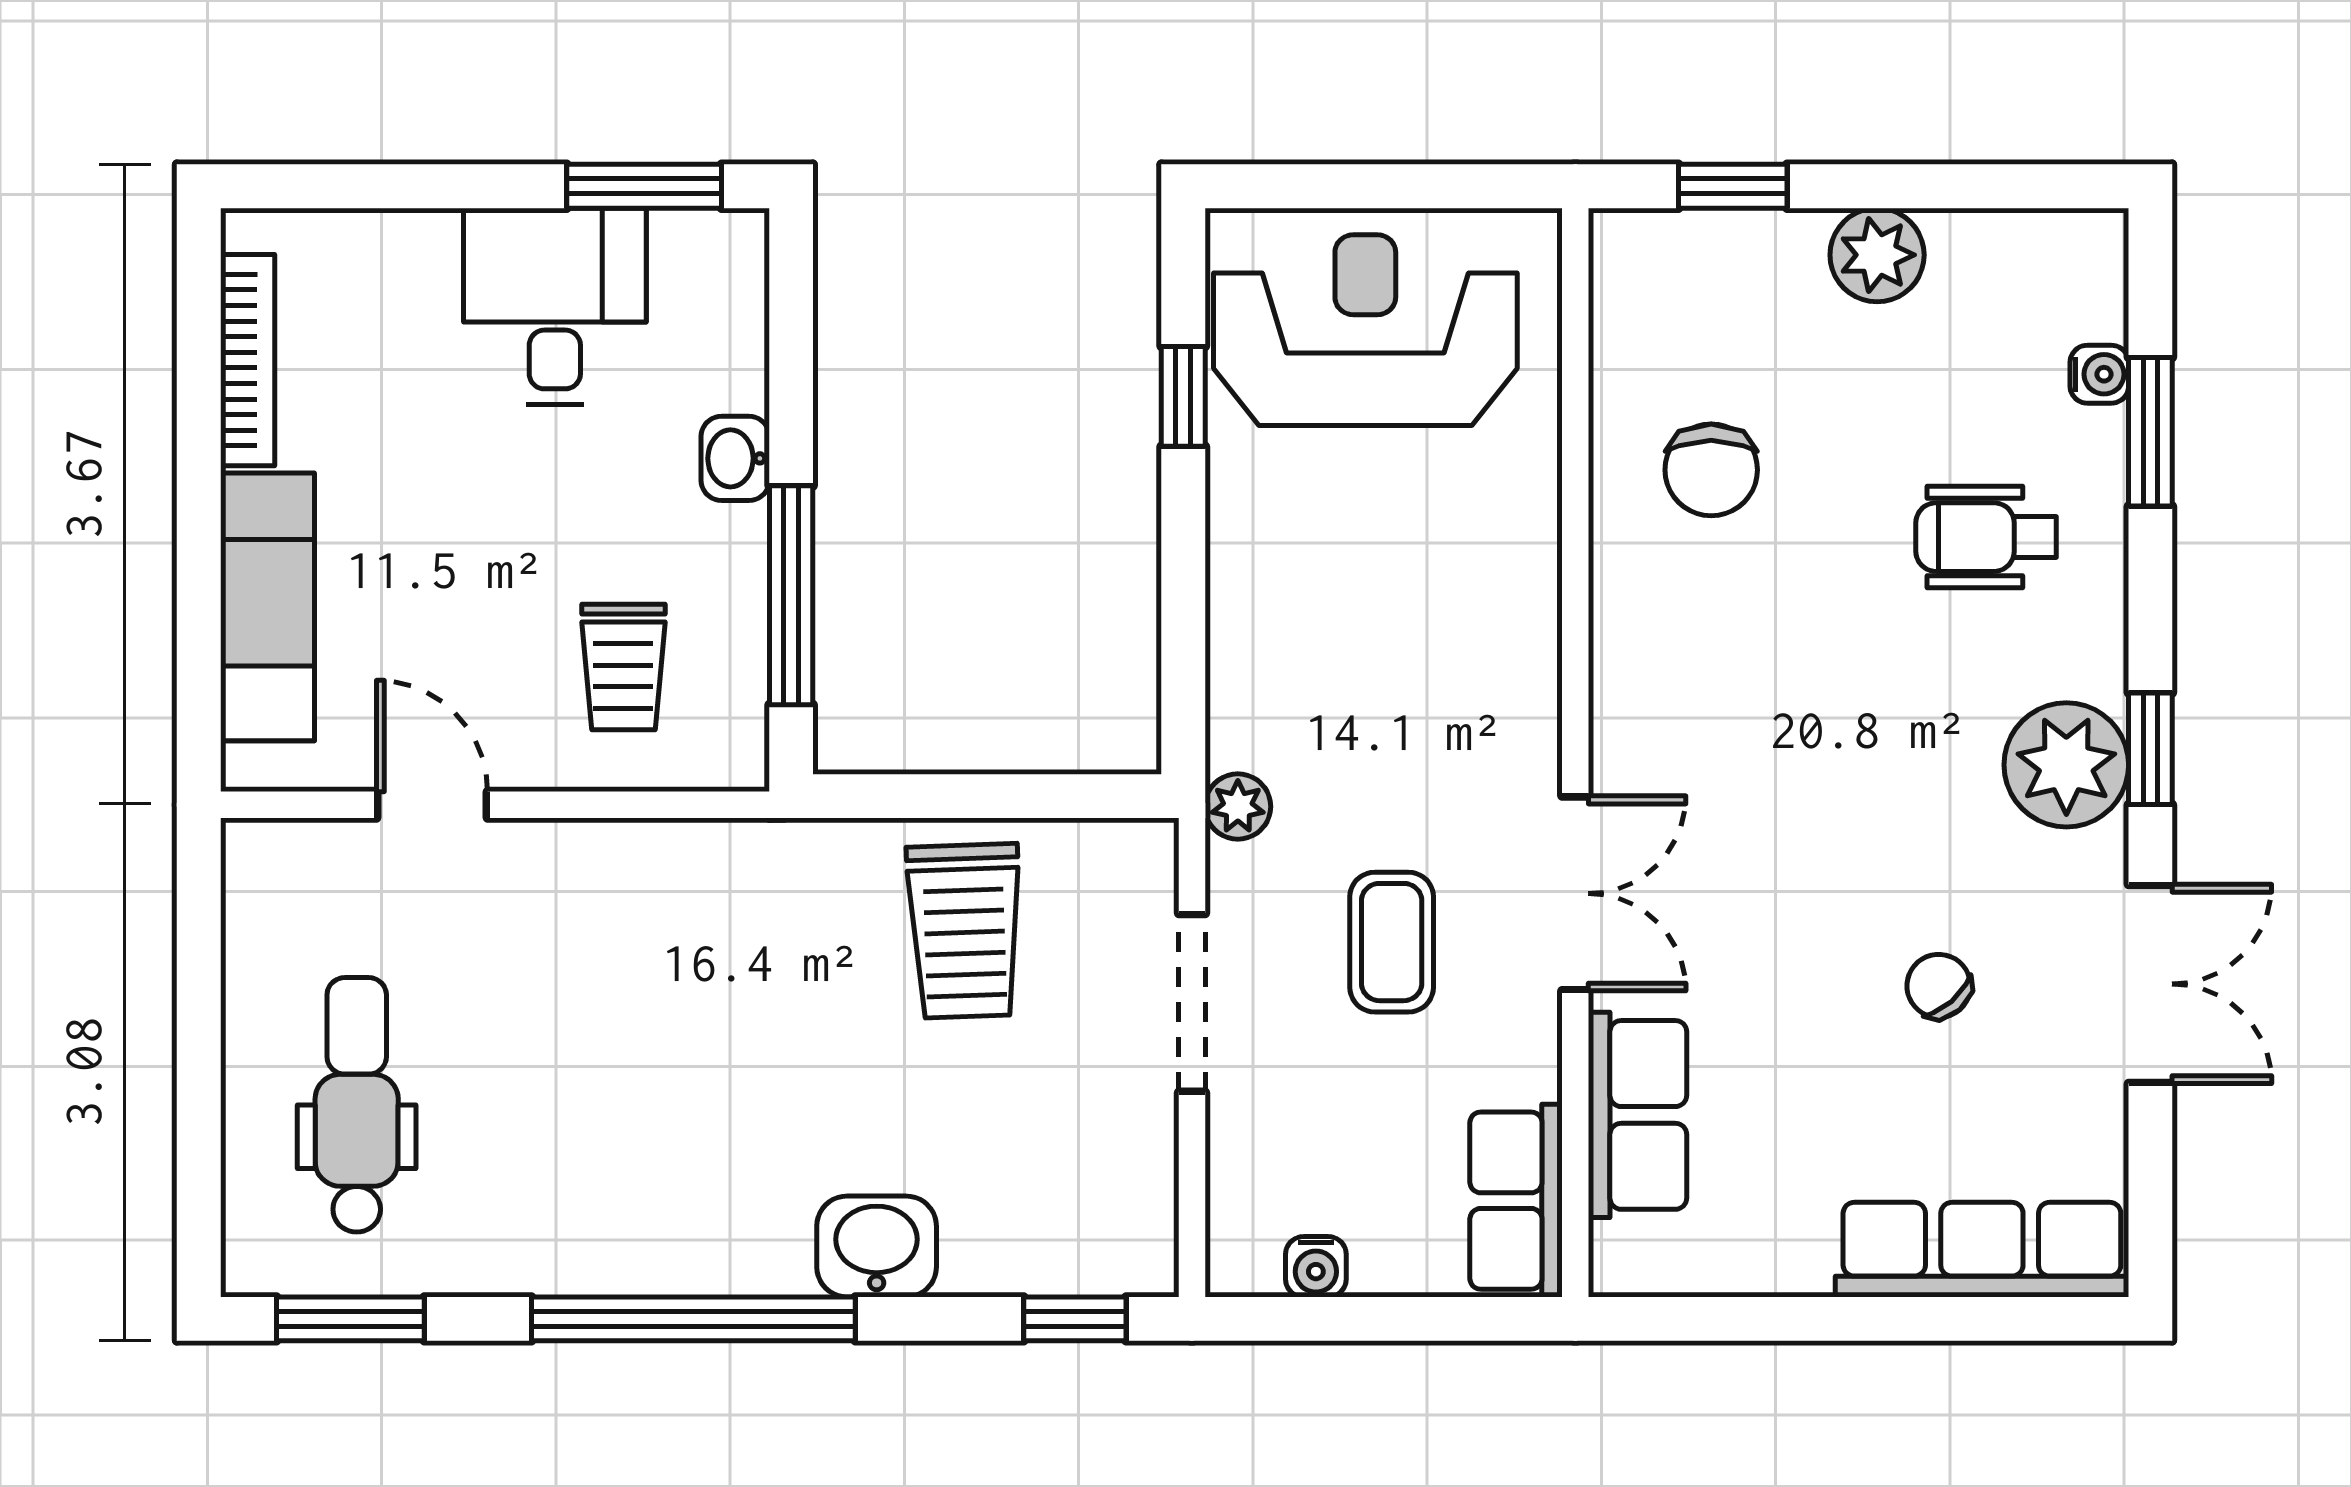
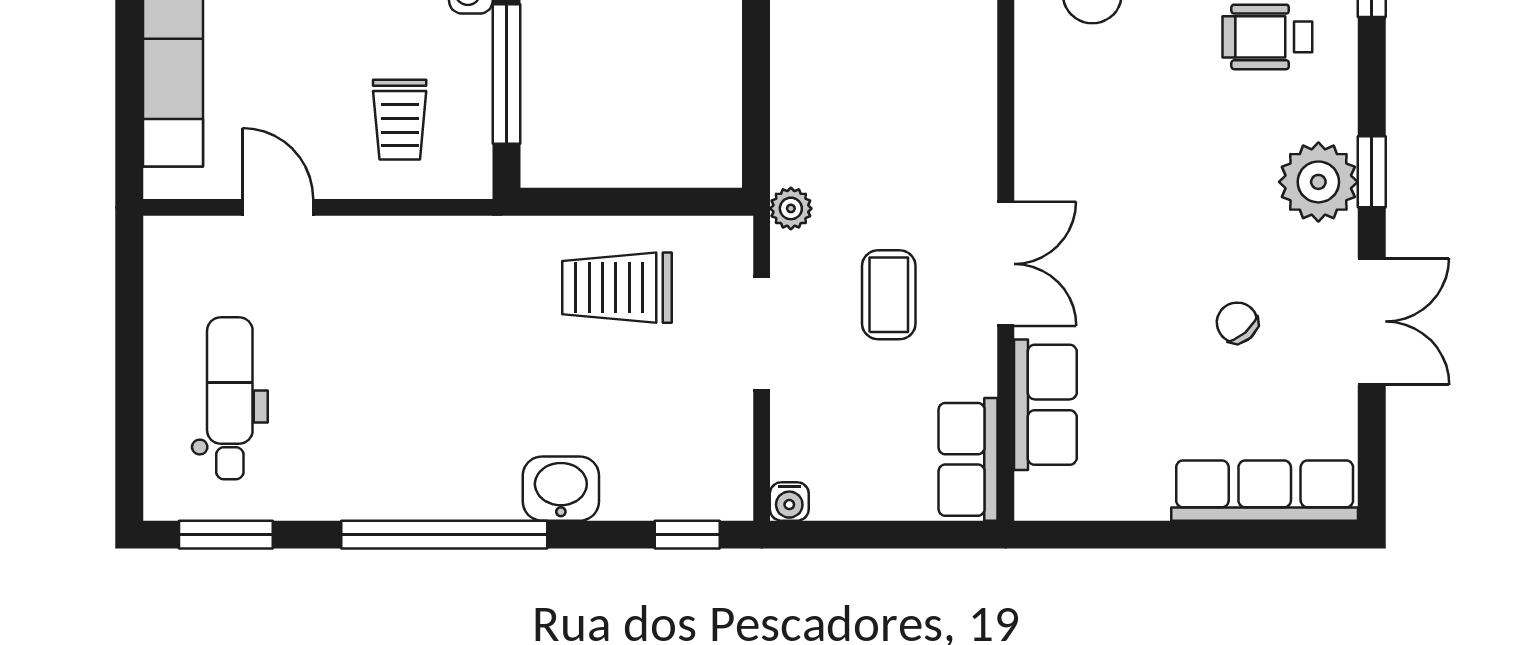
trolley: (965, 931) -> (617, 288), turned 92
water cooler: (1316, 1267) -> (789, 501), moved

